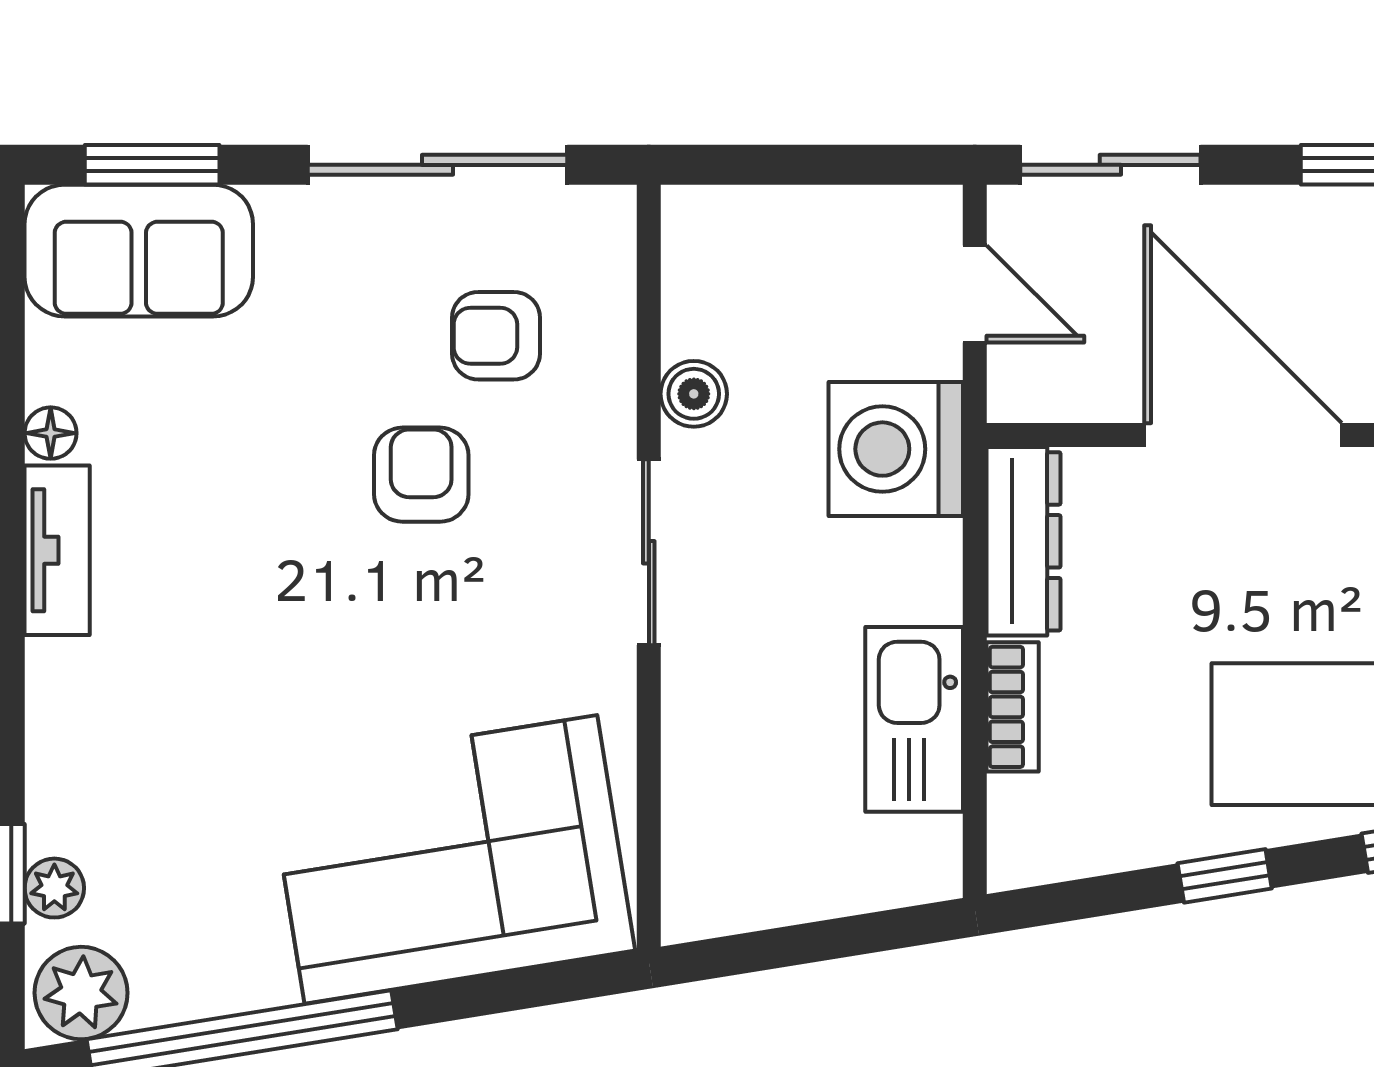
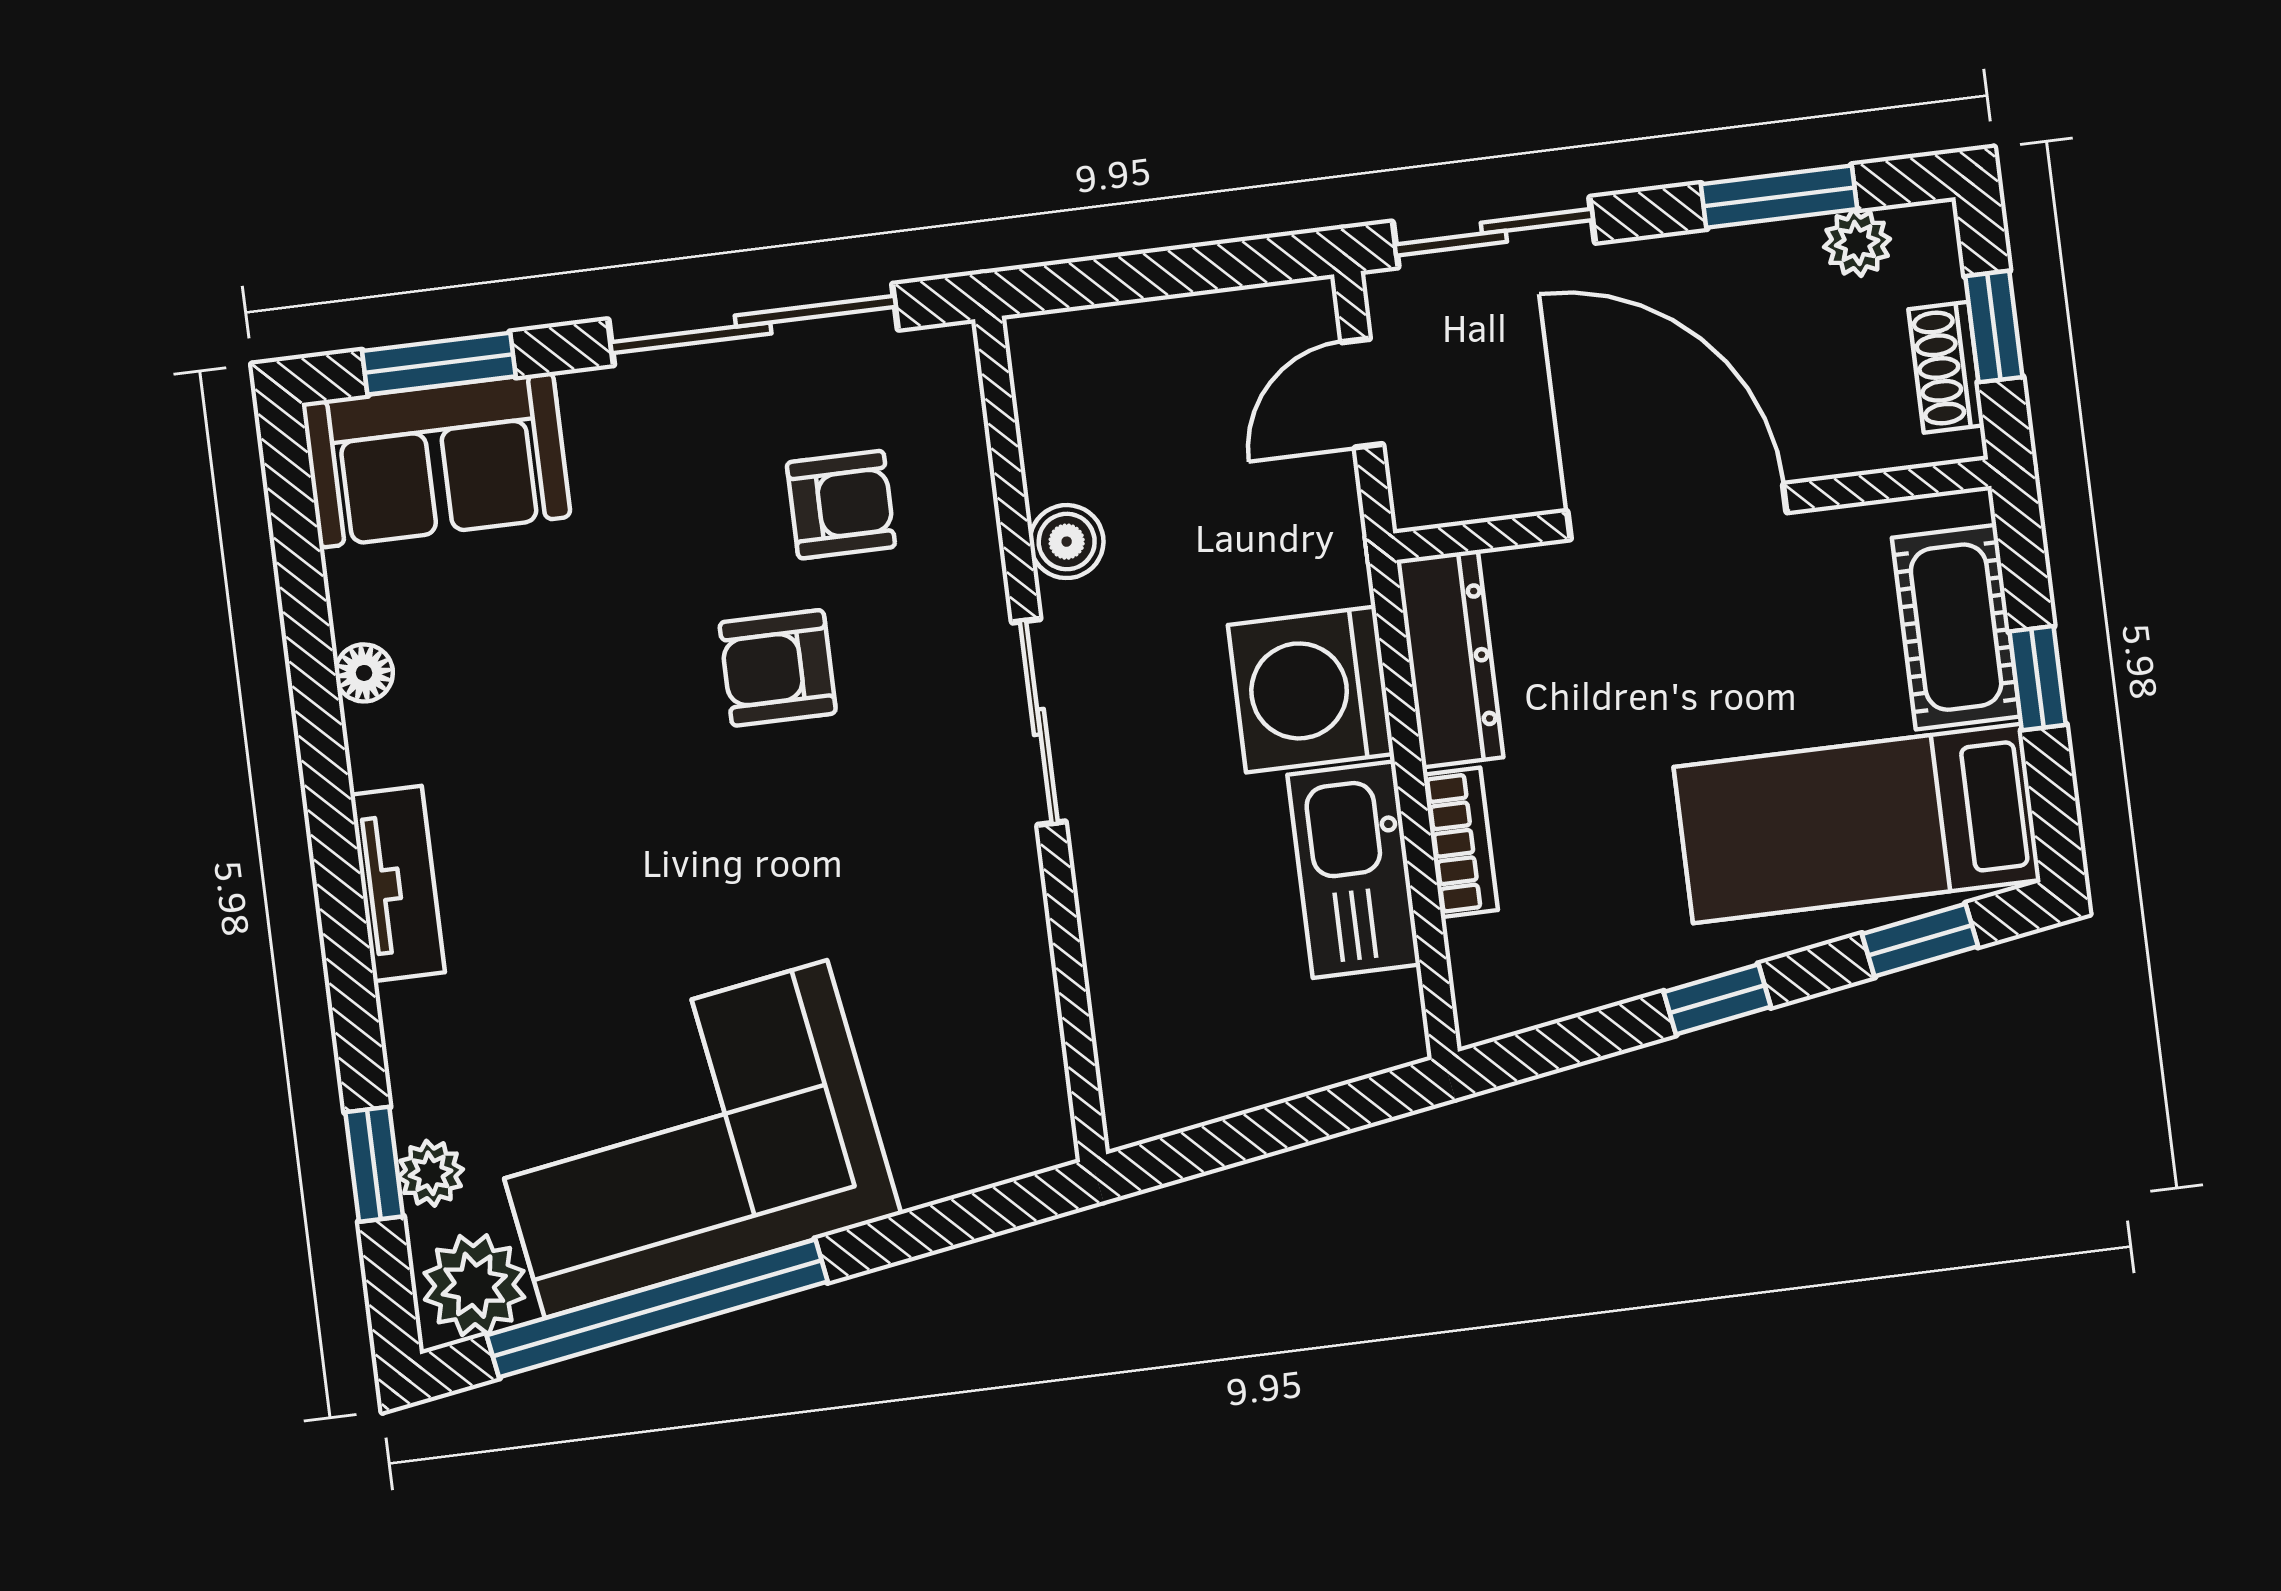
door: (975, 294) -> (1362, 393), swing flipped
armchair: (496, 336) -> (841, 505), turned 180
washing machine: (896, 449) -> (1311, 690), moved
armchair: (421, 475) -> (778, 668), turned -90
tv unit: (57, 550) -> (398, 883), moved
corner sofa: (451, 859) -> (686, 1139), moved

